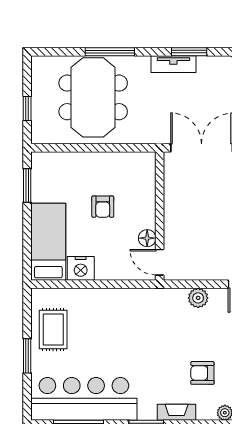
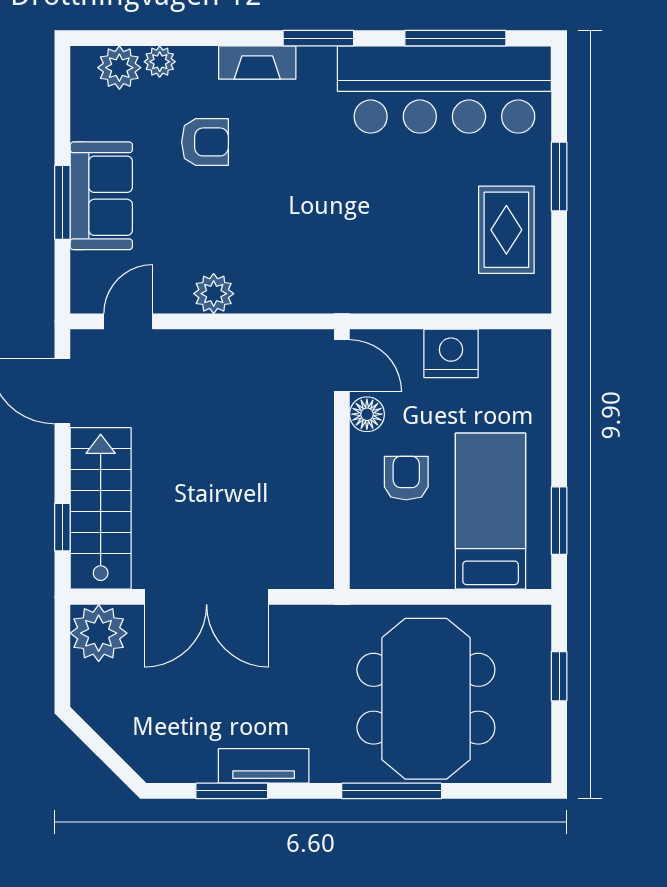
wall: (160, 216) -> (342, 459), moved
floor lamp: (147, 238) -> (367, 414), moved
bed: (48, 242) -> (491, 511), moved, turned 180
door: (160, 262) -> (342, 366), moved

